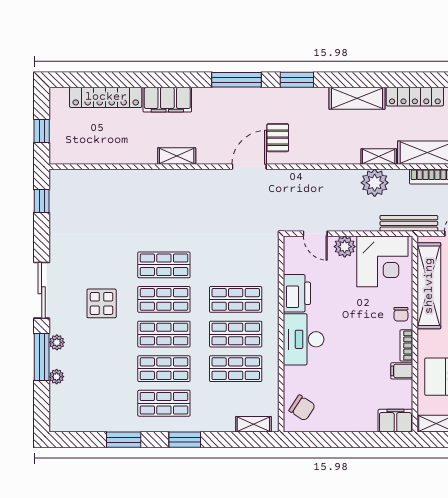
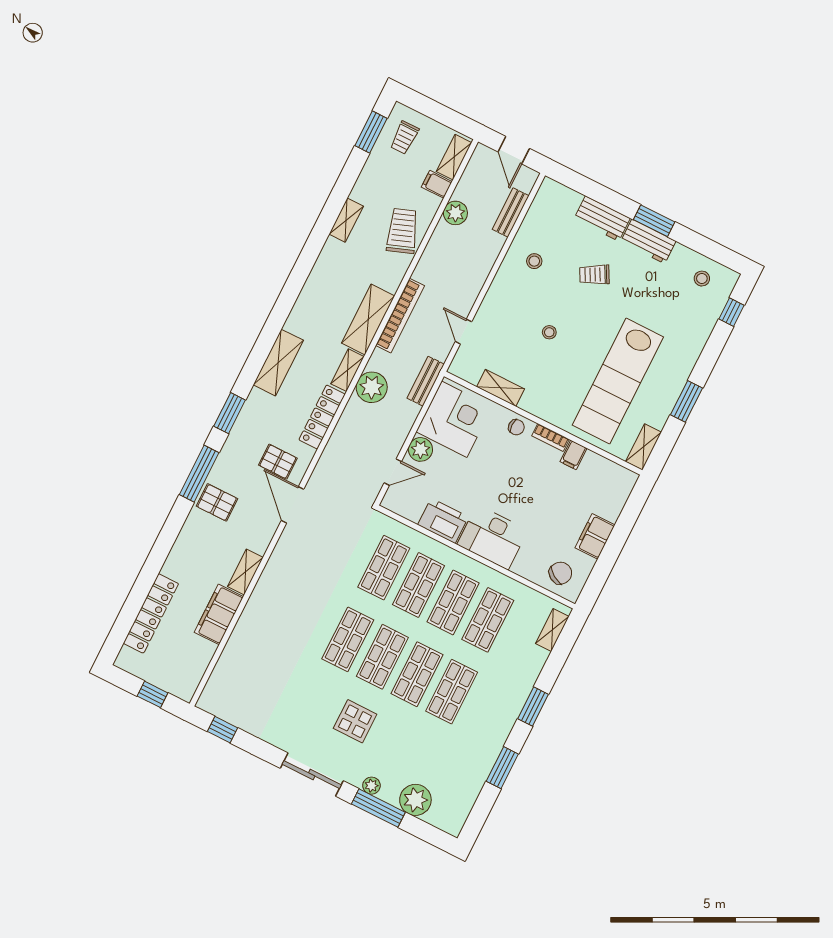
locker: (415, 97) -> (322, 417), moved, turned 180
filing cabinet: (167, 100) -> (219, 614), moved, turned 180
pallet: (221, 106) -> (217, 502), added
bench: (409, 223) -> (426, 381), width x0.73
shelving: (429, 286) -> (501, 388), width x0.45, depth x0.75
plant: (57, 377) -> (415, 800), width x1.88, depth x1.88
shop shelf: (164, 403) -> (384, 568), moved
filing cabinet: (395, 421) -> (595, 536), moved

